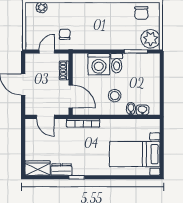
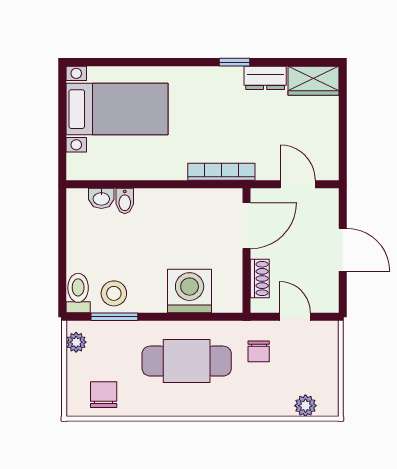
cafe table: (100, 30) -> (187, 361), added
plant: (150, 39) -> (76, 342), width x0.53, depth x0.53
door: (47, 51) -> (295, 317), swing flipped
toilet: (117, 63) -> (78, 293), moved
door: (71, 96) -> (247, 226), swing flipped
stool: (115, 96) -> (114, 293), moved

